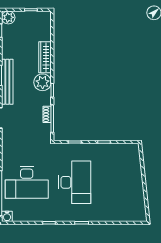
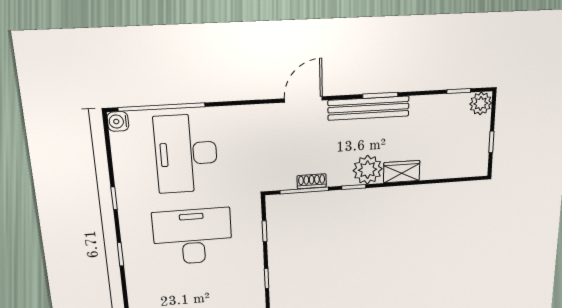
wardrobe: (45, 57) -> (402, 172), width x0.67
desk: (75, 182) -> (193, 237), turned 180

